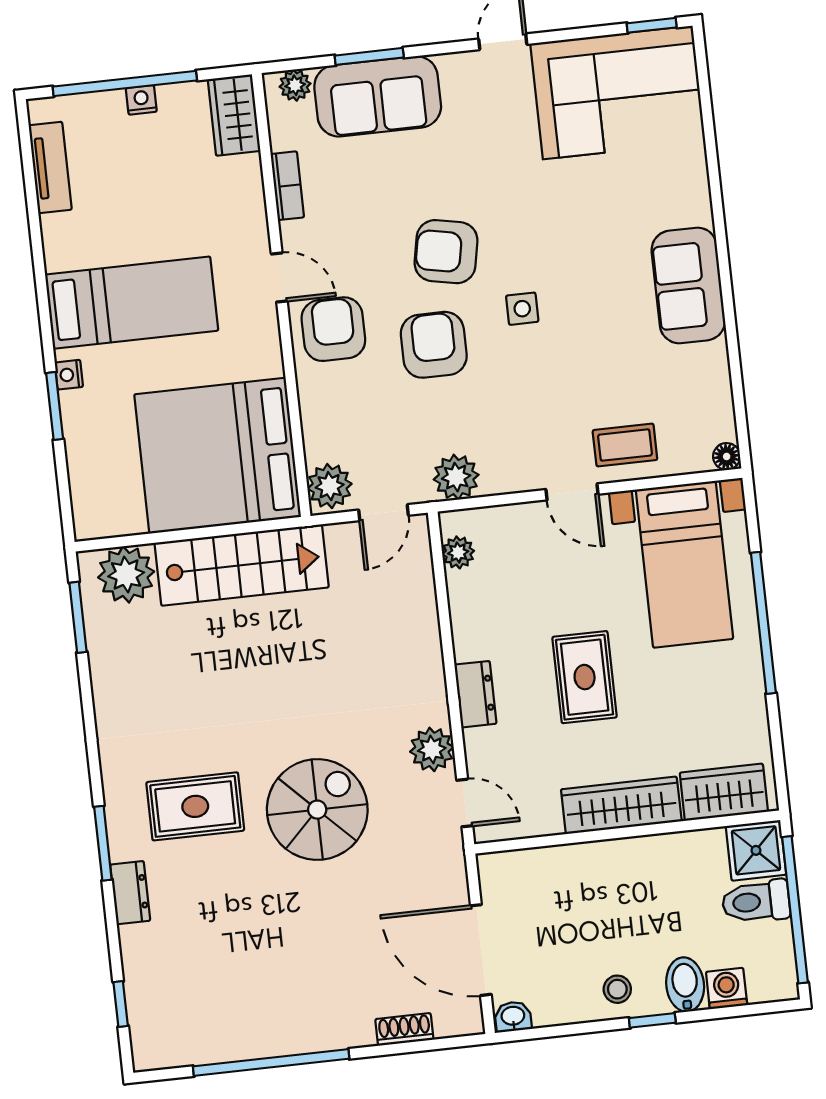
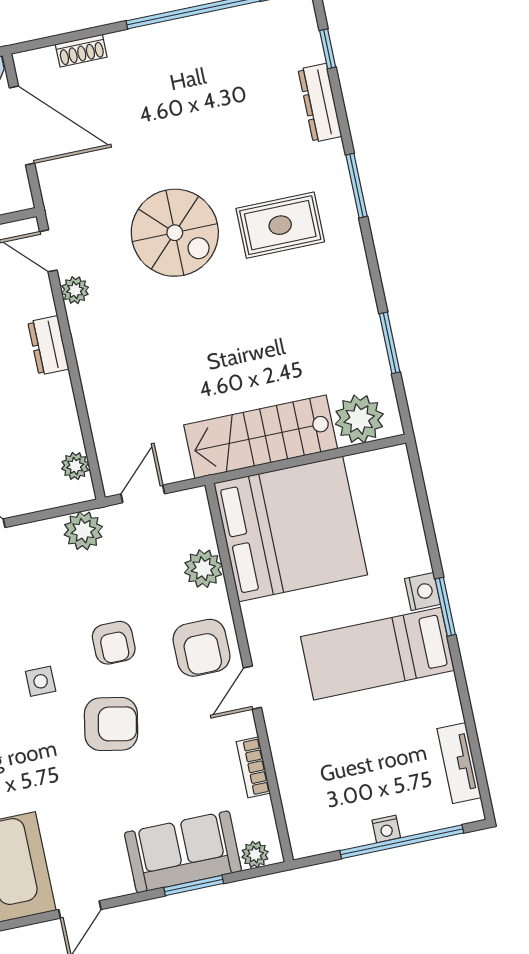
wardrobe: (234, 115) -> (305, 824), removed
door: (279, 278) -> (252, 688), hinge flipped
armchair: (434, 345) -> (114, 643), width x0.72, depth x0.72
nightstand: (69, 375) -> (422, 591), width x1.39, depth x1.35
window: (55, 406) -> (445, 607), moved
plant: (330, 486) -> (203, 569), moved
window: (78, 617) -> (390, 343), moved
plant: (432, 749) -> (75, 290), width x0.73, depth x0.73
spiral stairs: (317, 810) -> (175, 233), turned -90
dresser: (130, 893) -> (320, 103), moved, width x1.44

